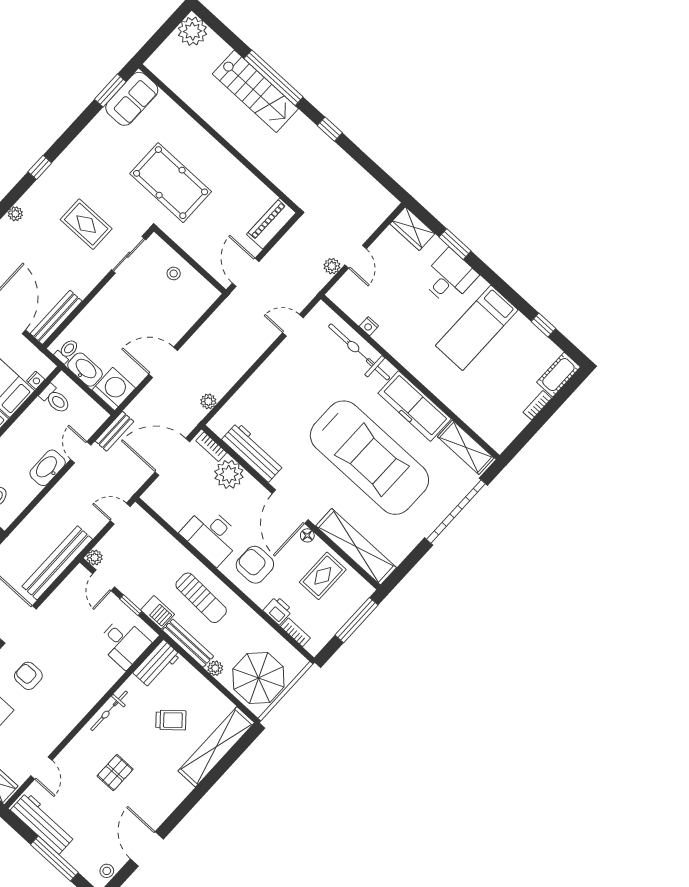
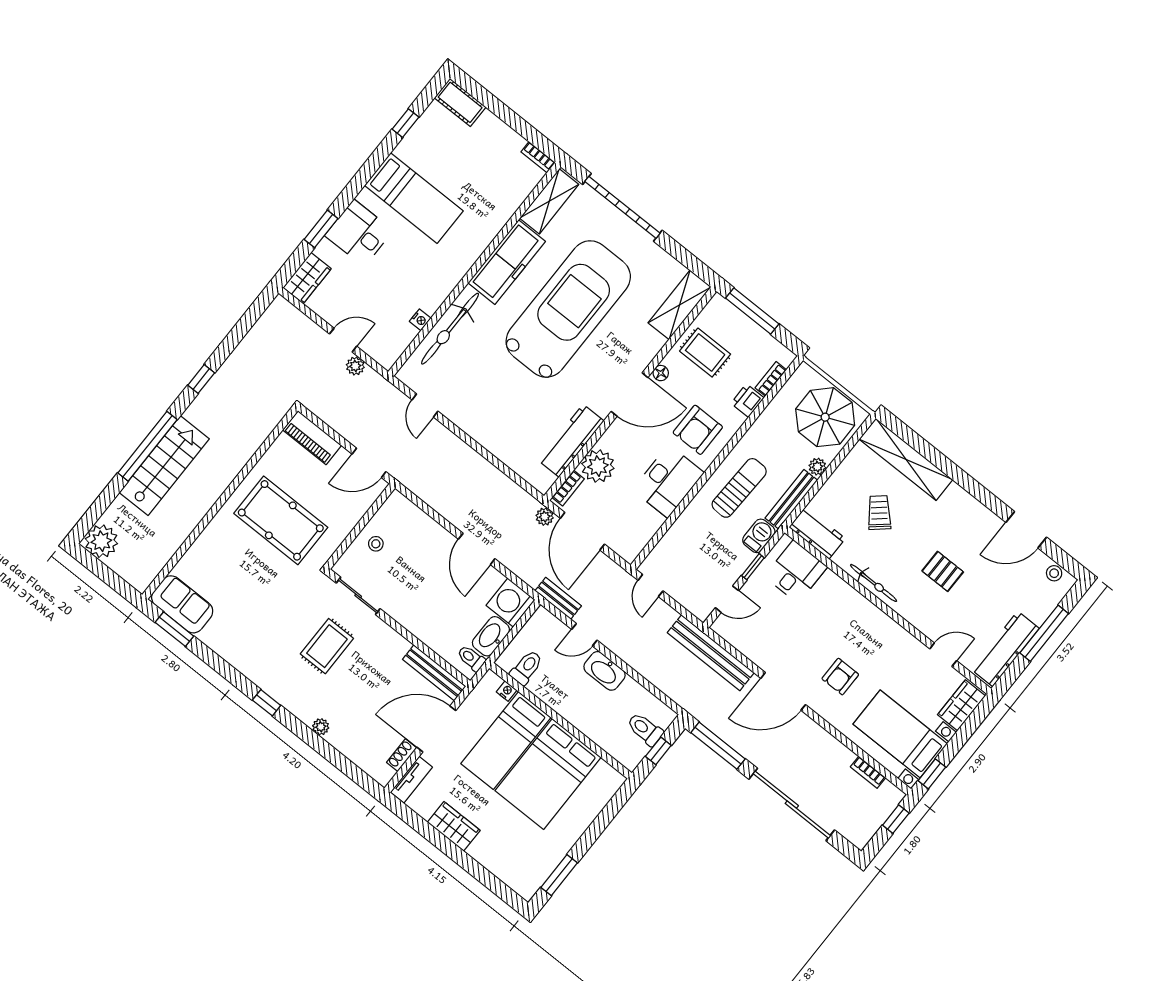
pool table: (171, 183) -> (281, 520), moved, turned 90
plant: (208, 401) -> (545, 517), moved
bookcase: (537, 405) -> (538, 157), moved
shelving: (356, 547) -> (680, 305), width x0.68
plant: (95, 558) -> (702, 611), removed

